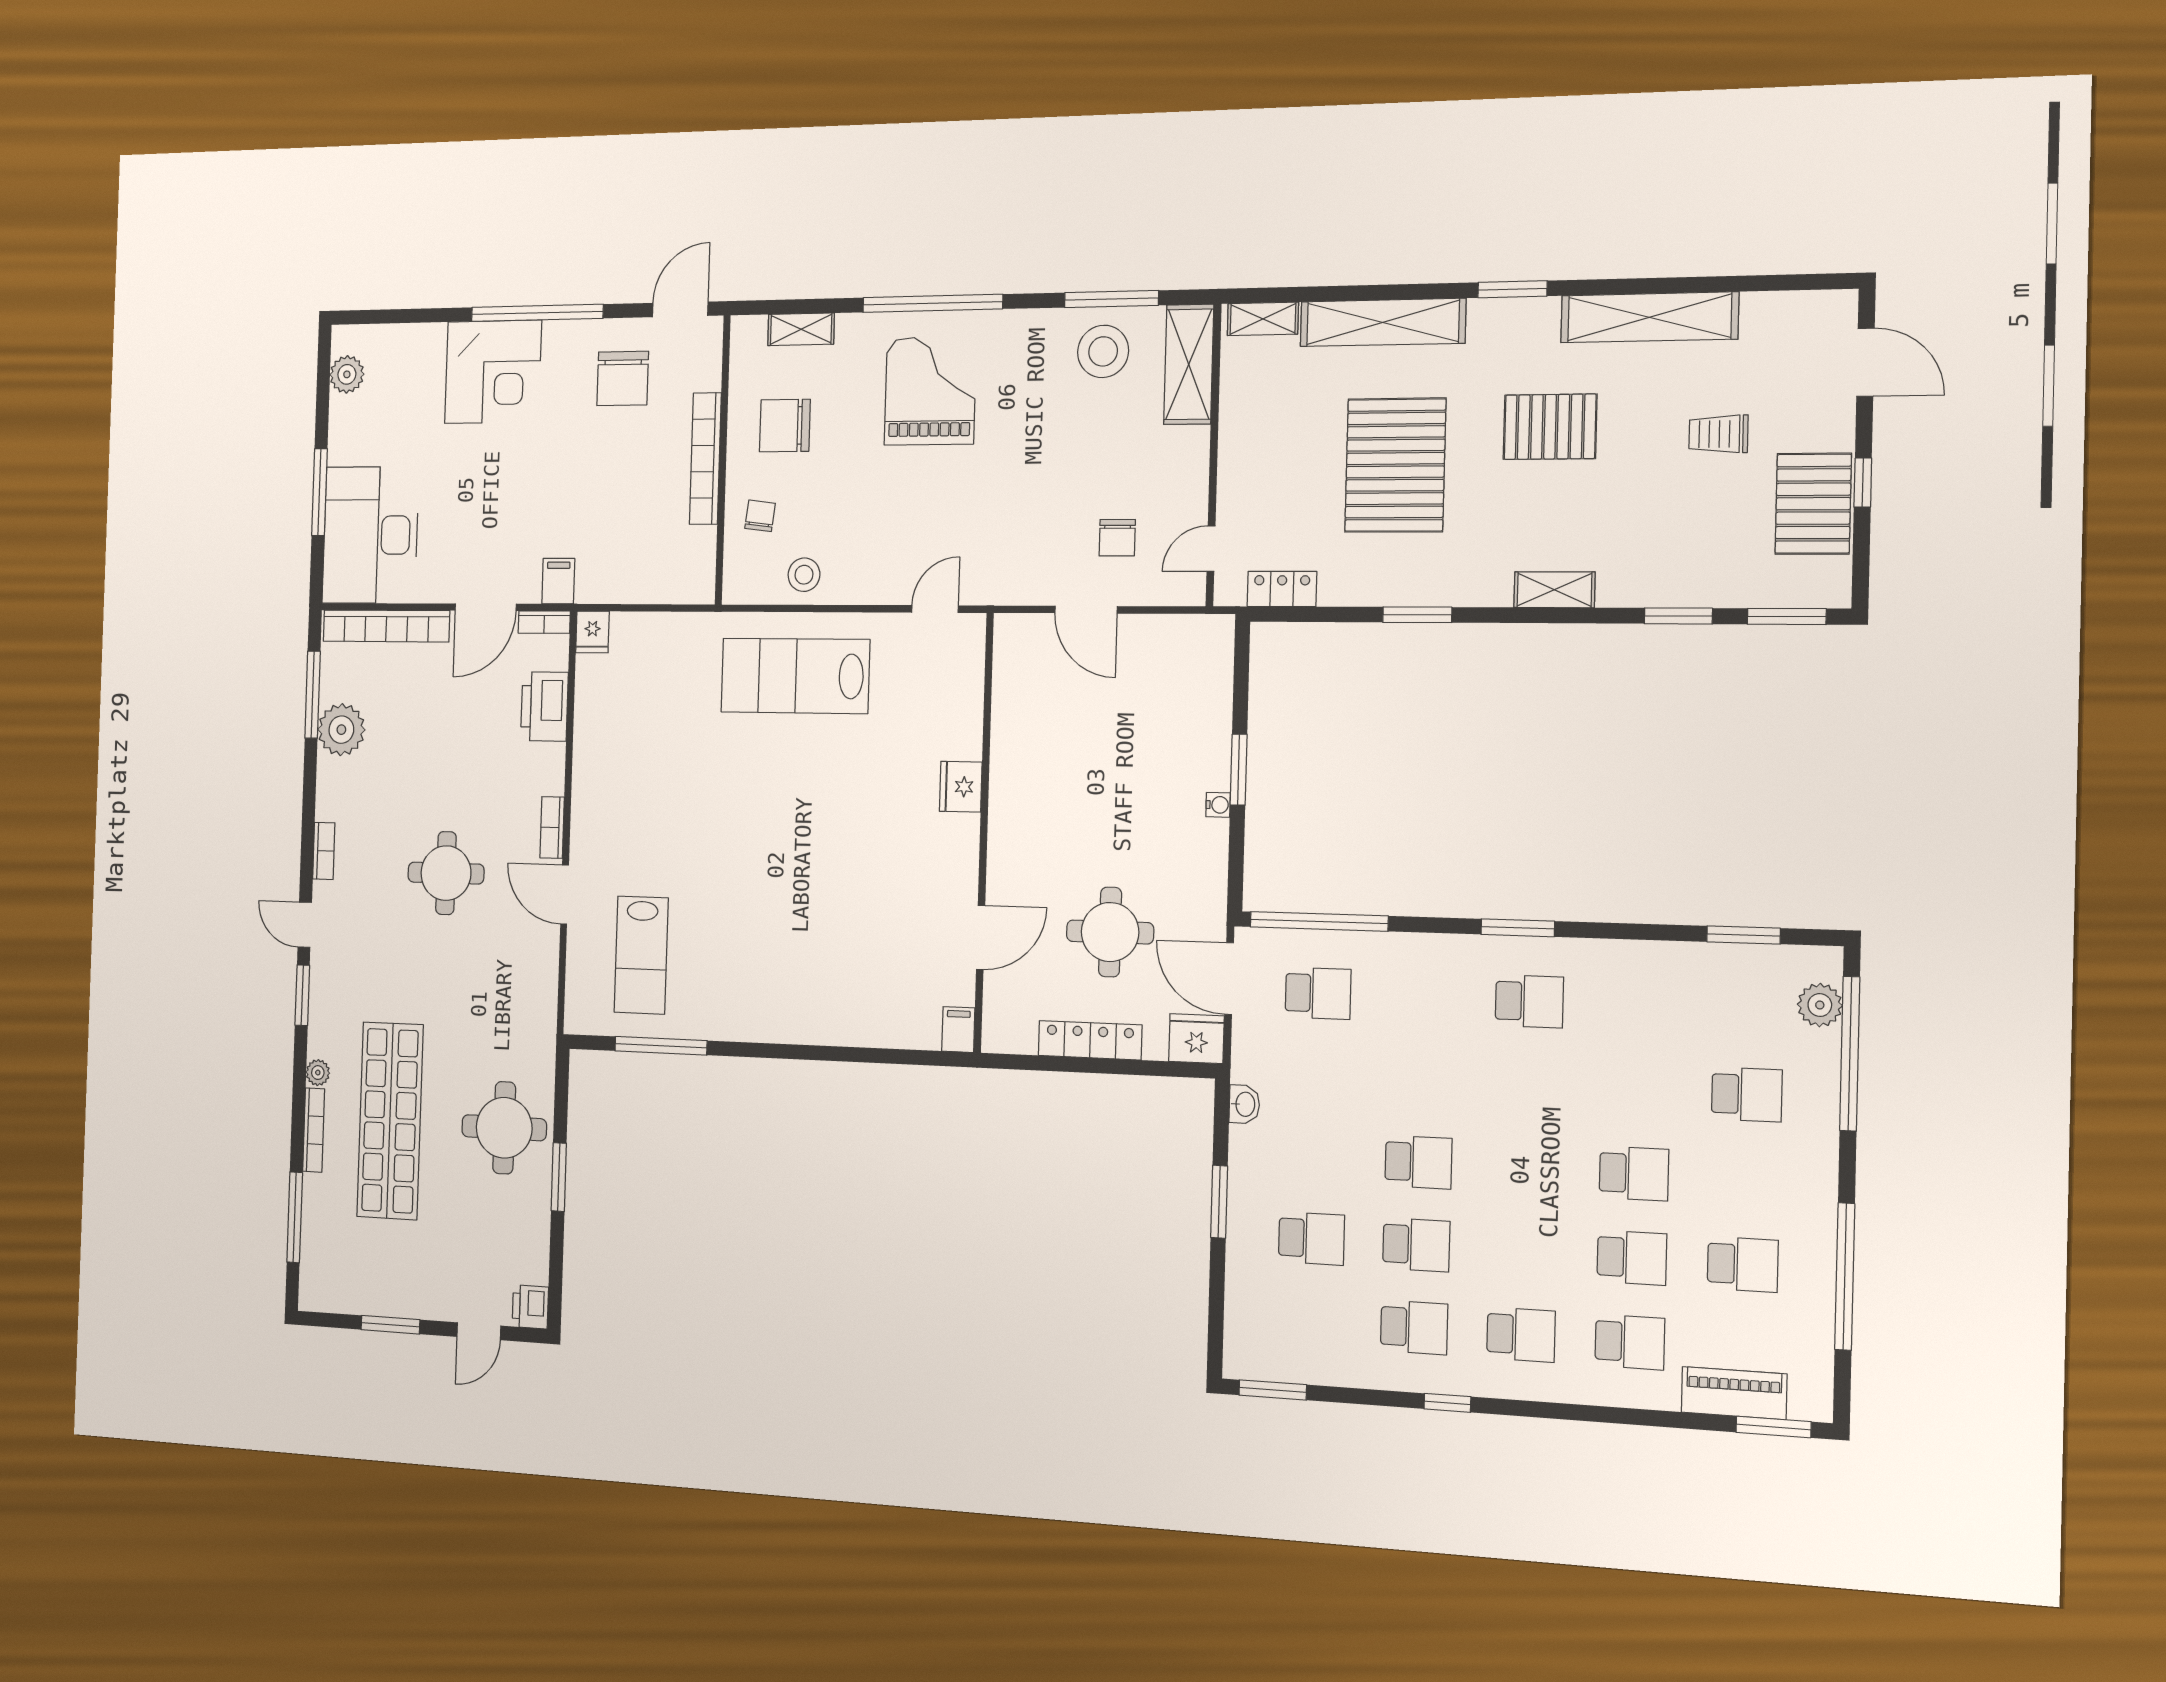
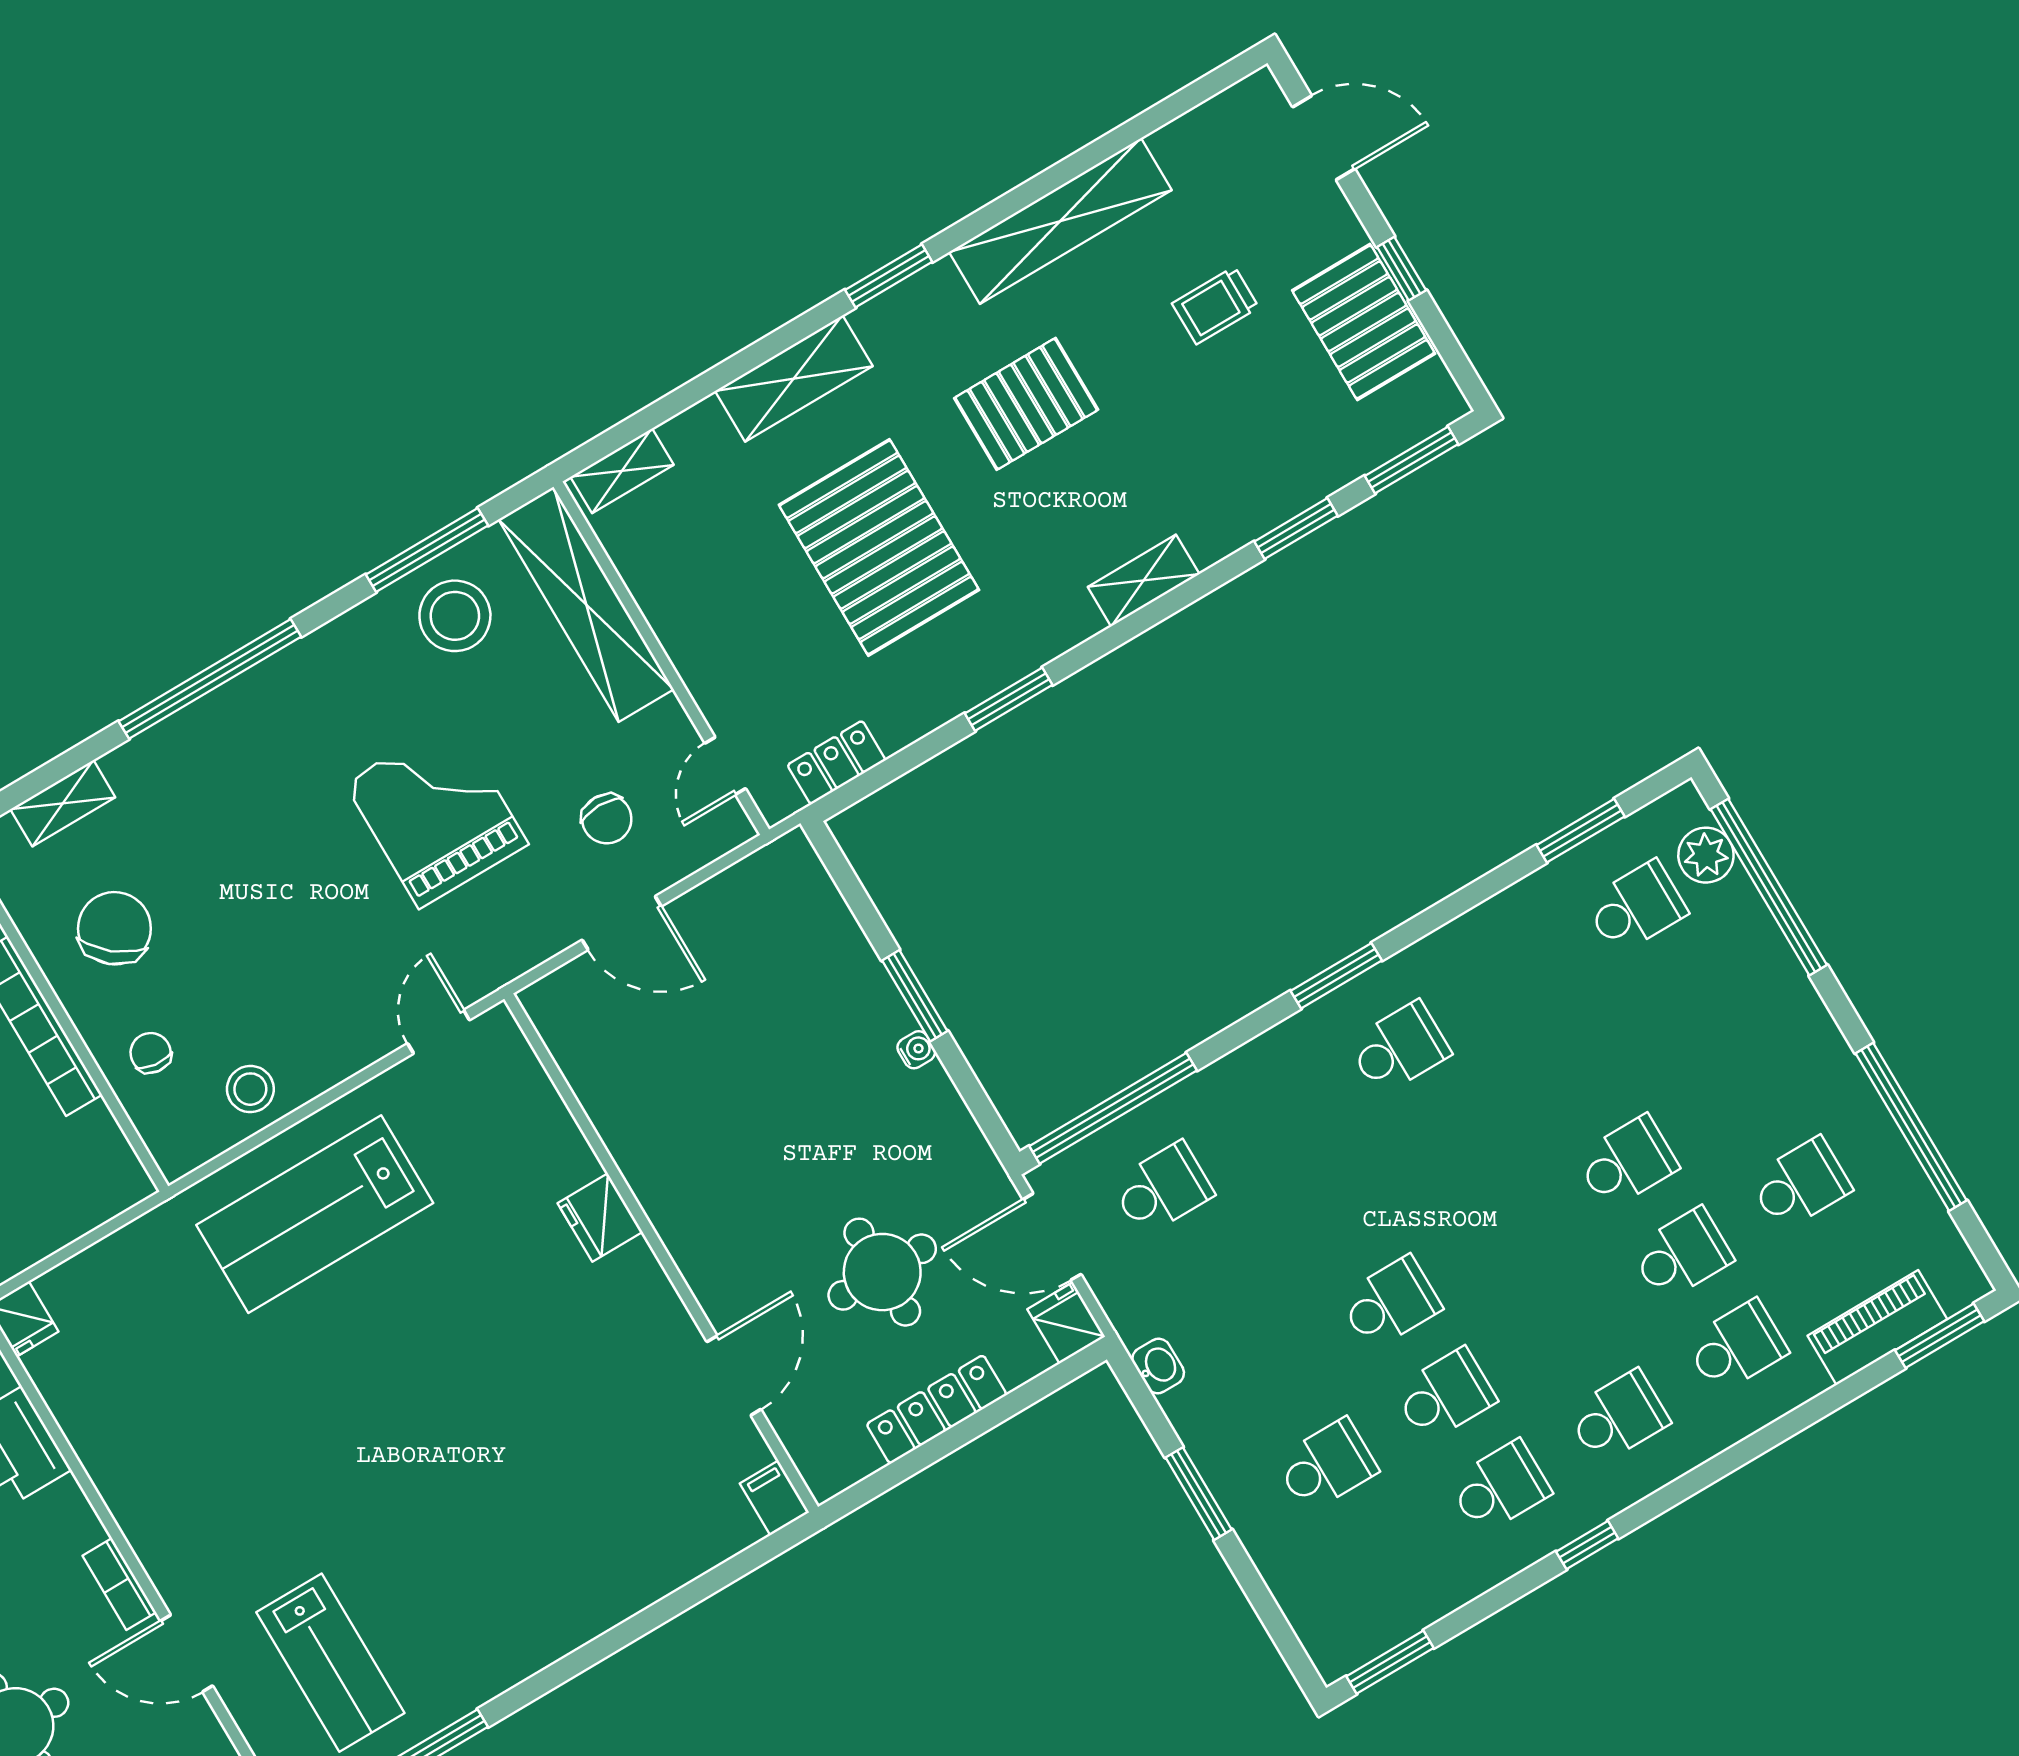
shelving: (1383, 322) -> (794, 378), width x0.68
shelving: (1189, 364) -> (586, 604), width x1.47
grand piano: (930, 391) -> (436, 814), moved
chair: (785, 426) -> (114, 928), turned 129
fridge: (1196, 1039) -> (1066, 1323), width x0.72
school desk: (1747, 1095) -> (1636, 907), moved

